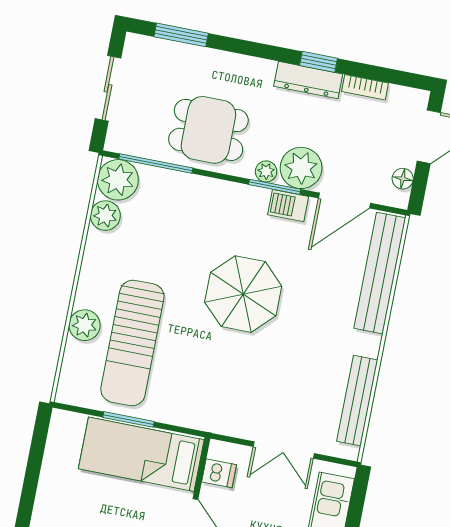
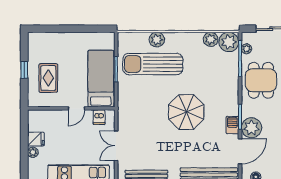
plant: (266, 171) -> (247, 49), moved
door: (344, 201) -> (240, 151), swing flipped

